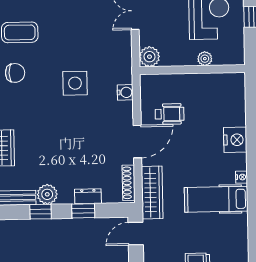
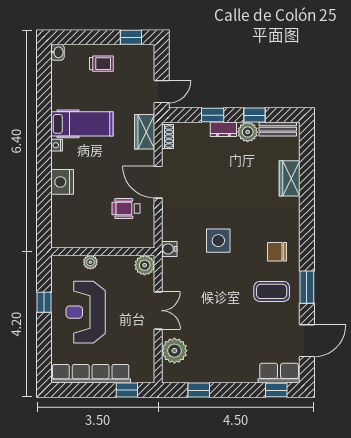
water cooler: (125, 92) -> (169, 249), moved
door: (137, 142) -> (158, 182), hinge flipped
shoe rack: (129, 183) -> (168, 137), width x0.70
wardrobe: (152, 192) -> (145, 132), width x0.67
dresser: (88, 196) -> (223, 129), moved

